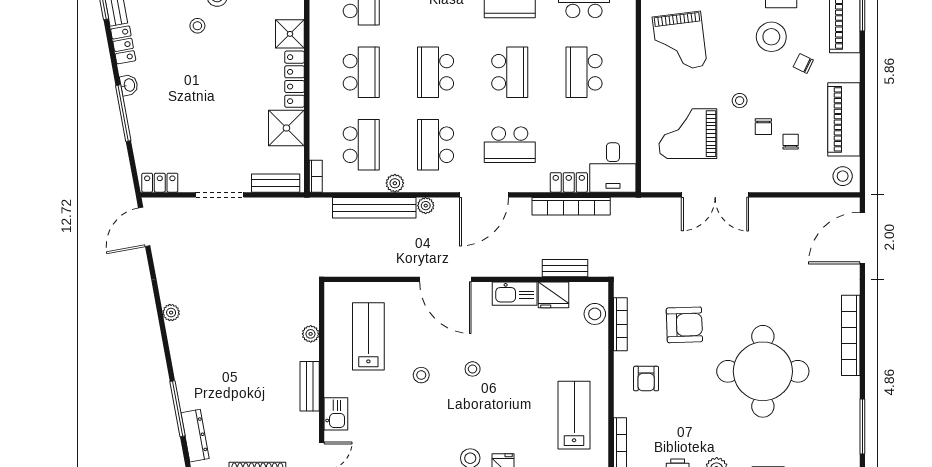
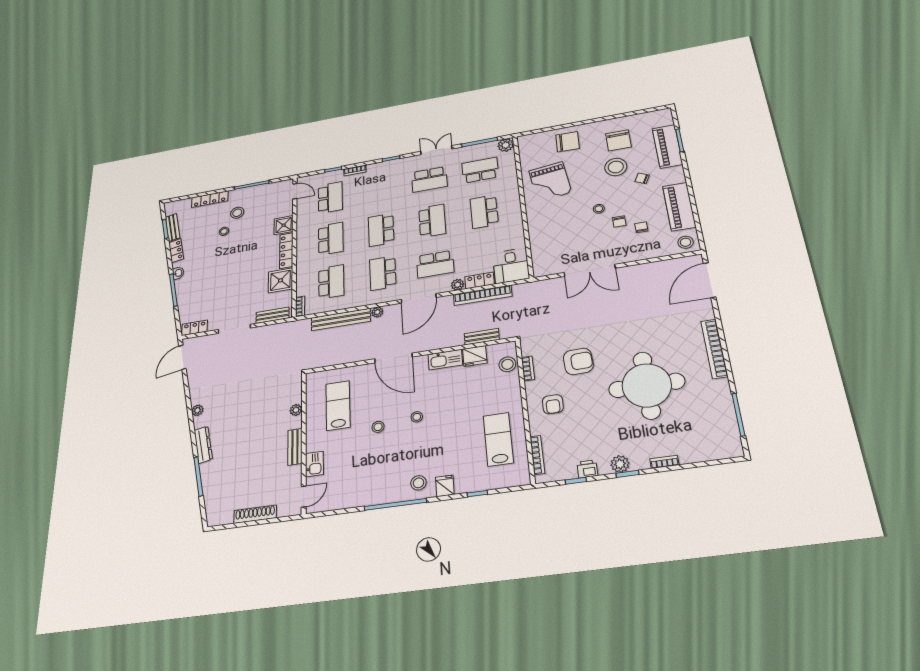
grand piano: (688, 134) -> (564, 235), removed
plant: (395, 183) -> (458, 285), moved
bookcase: (620, 324) -> (528, 368), width x0.64
dresser: (195, 436) -> (203, 445), moved

